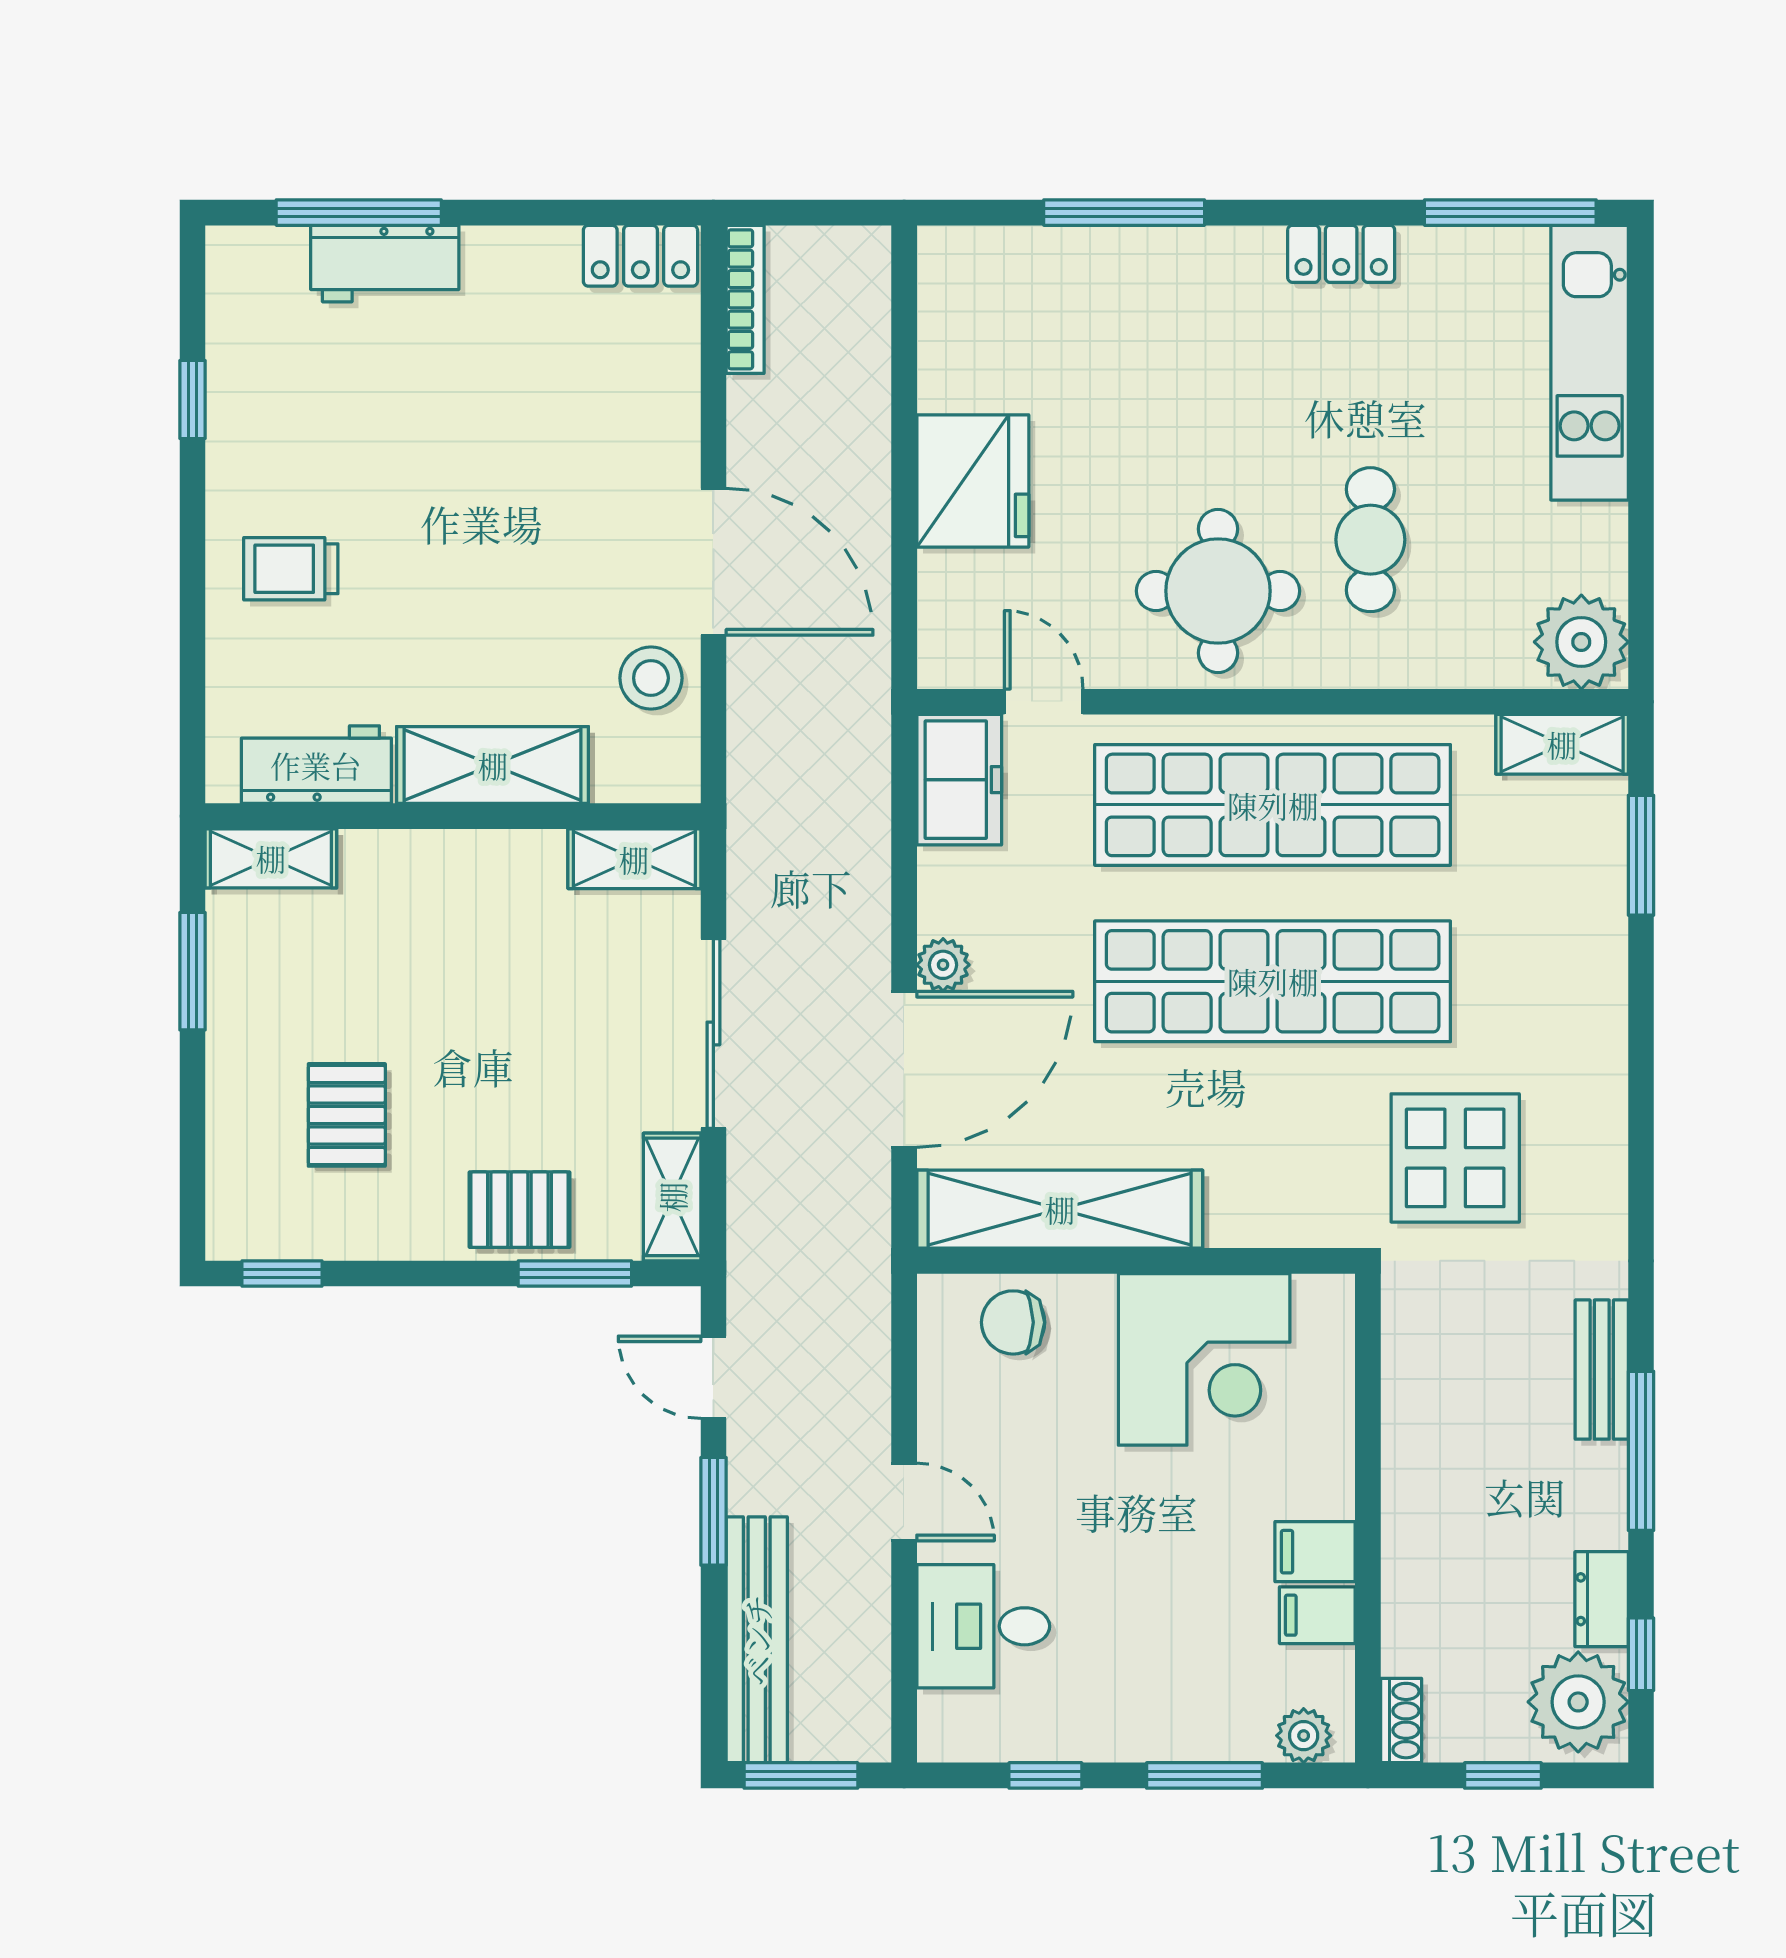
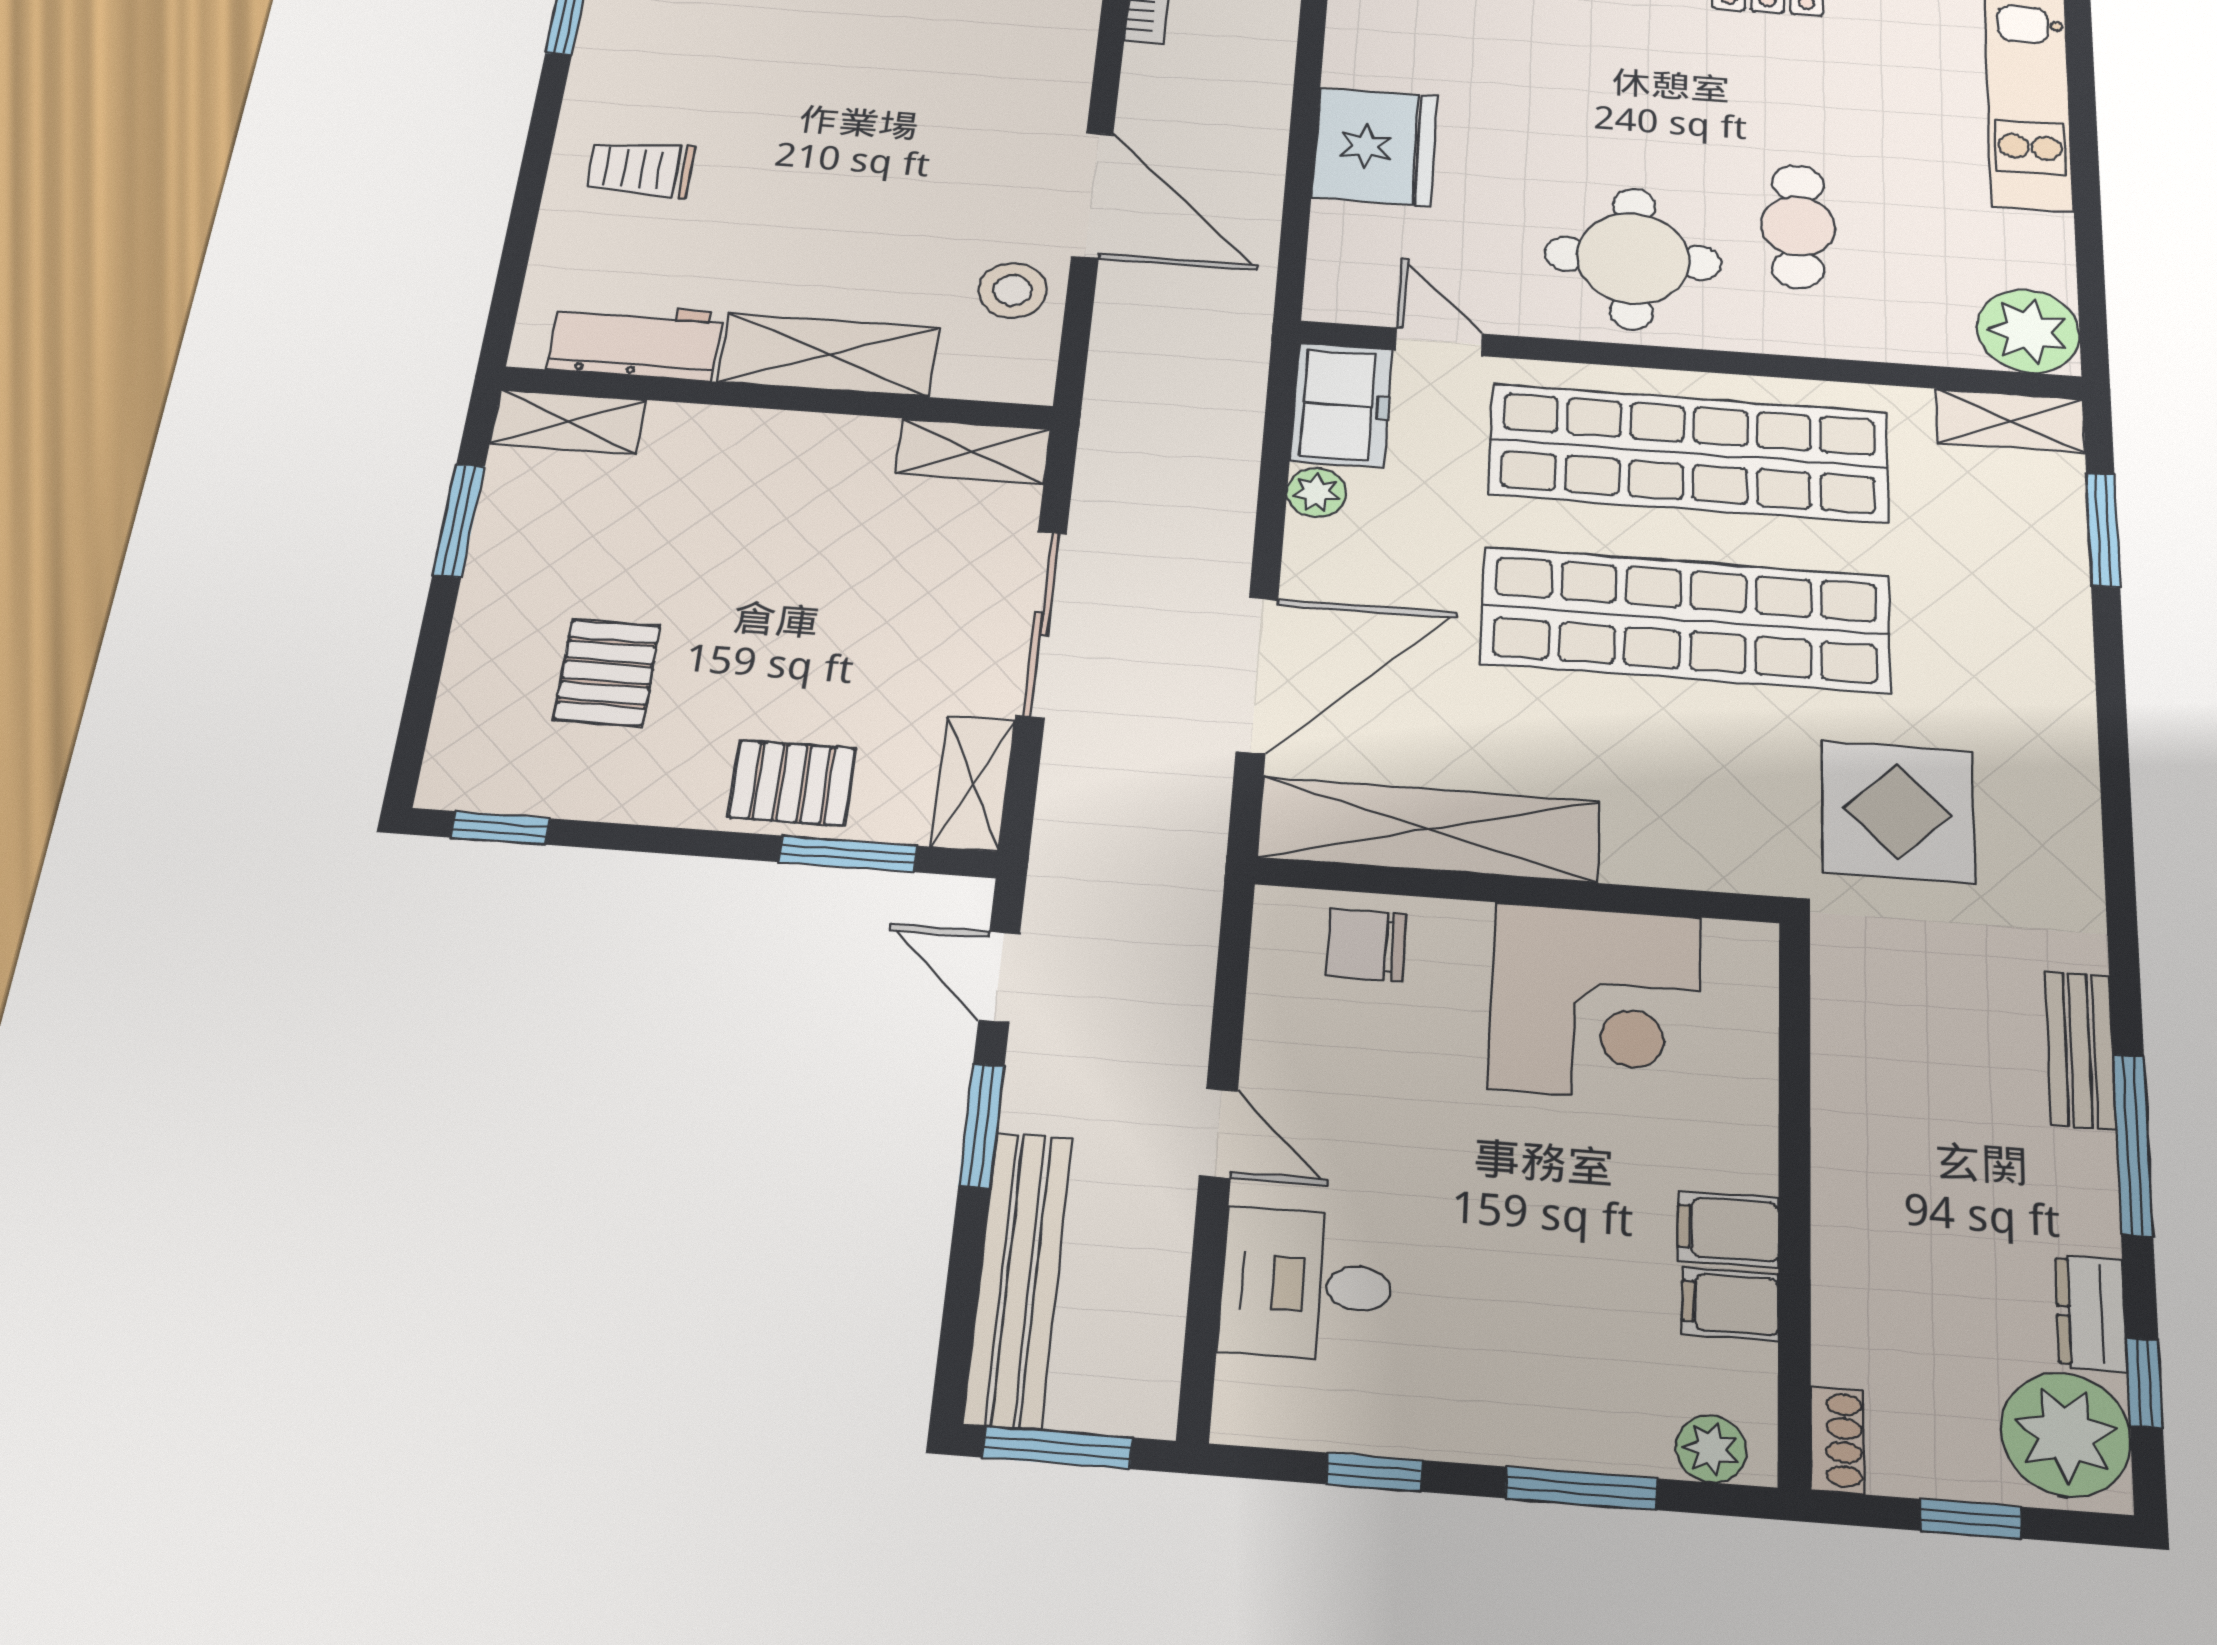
plant: (943, 965) -> (1317, 493), moved

